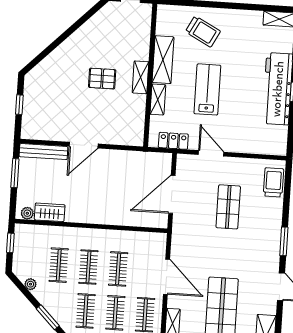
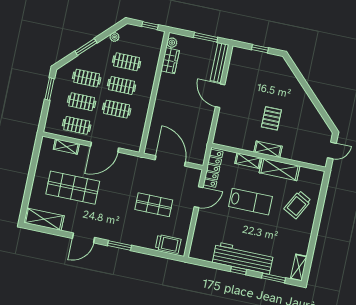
locker: (173, 141) -> (213, 168), width x1.53

